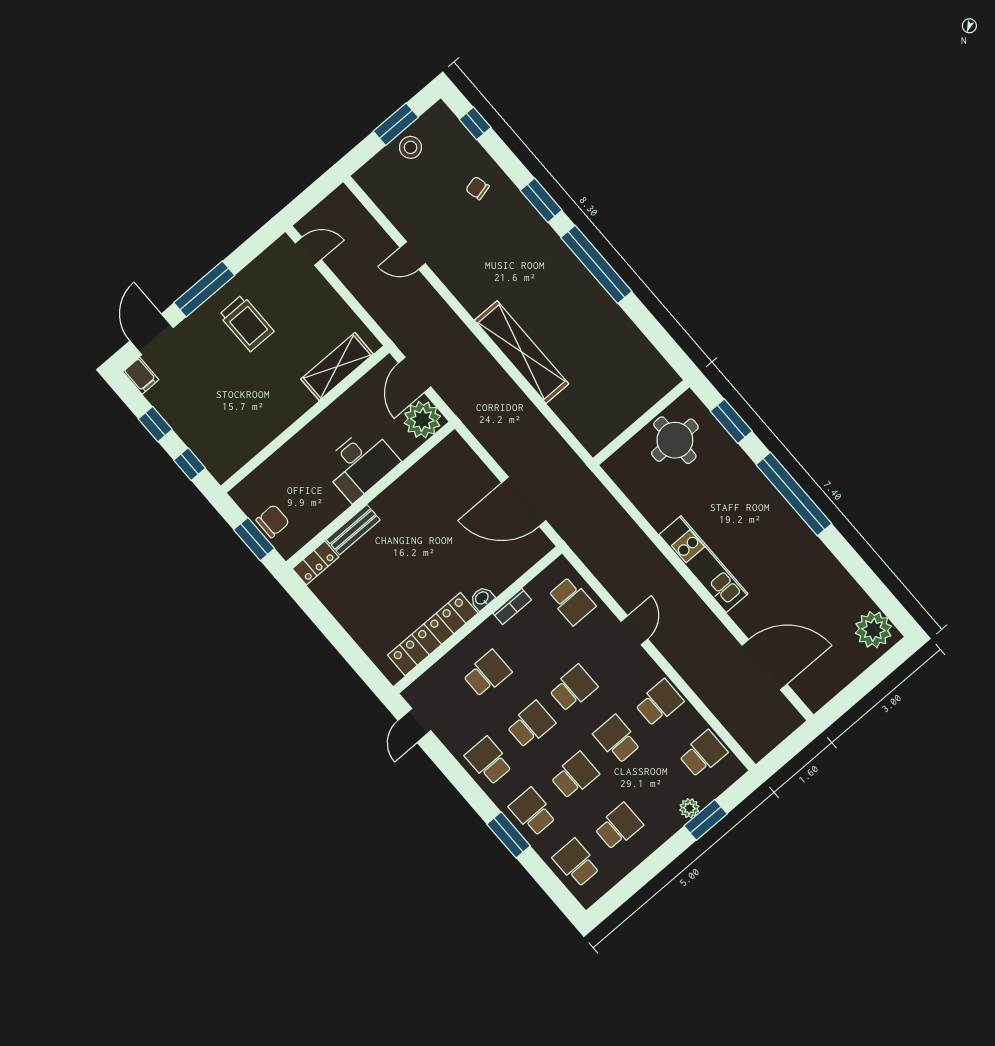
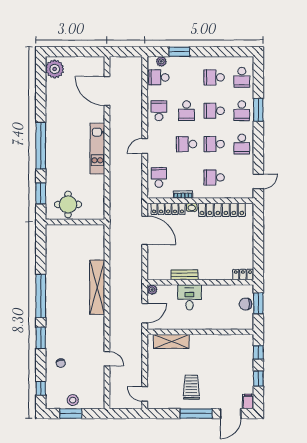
plant: (422, 420) -> (152, 290), width x0.53, depth x0.53
desk: (360, 464) -> (189, 297), width x0.73
bench: (353, 530) -> (185, 275), moved
locker: (516, 565) -> (168, 209), added
school desk: (659, 703) -> (159, 111), turned 90
plant: (689, 808) -> (161, 61), moved

